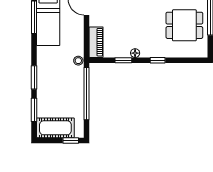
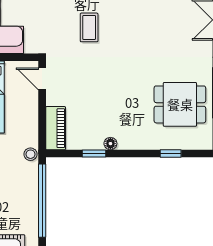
window: (158, 60) -> (171, 154), moved

